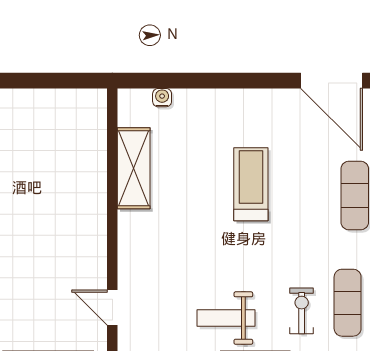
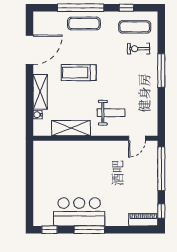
door: (332, 81) -> (30, 50), moved
shelving: (210, 103) -> (40, 92), added
weight bench: (226, 318) -> (111, 113), moved, turned -90

